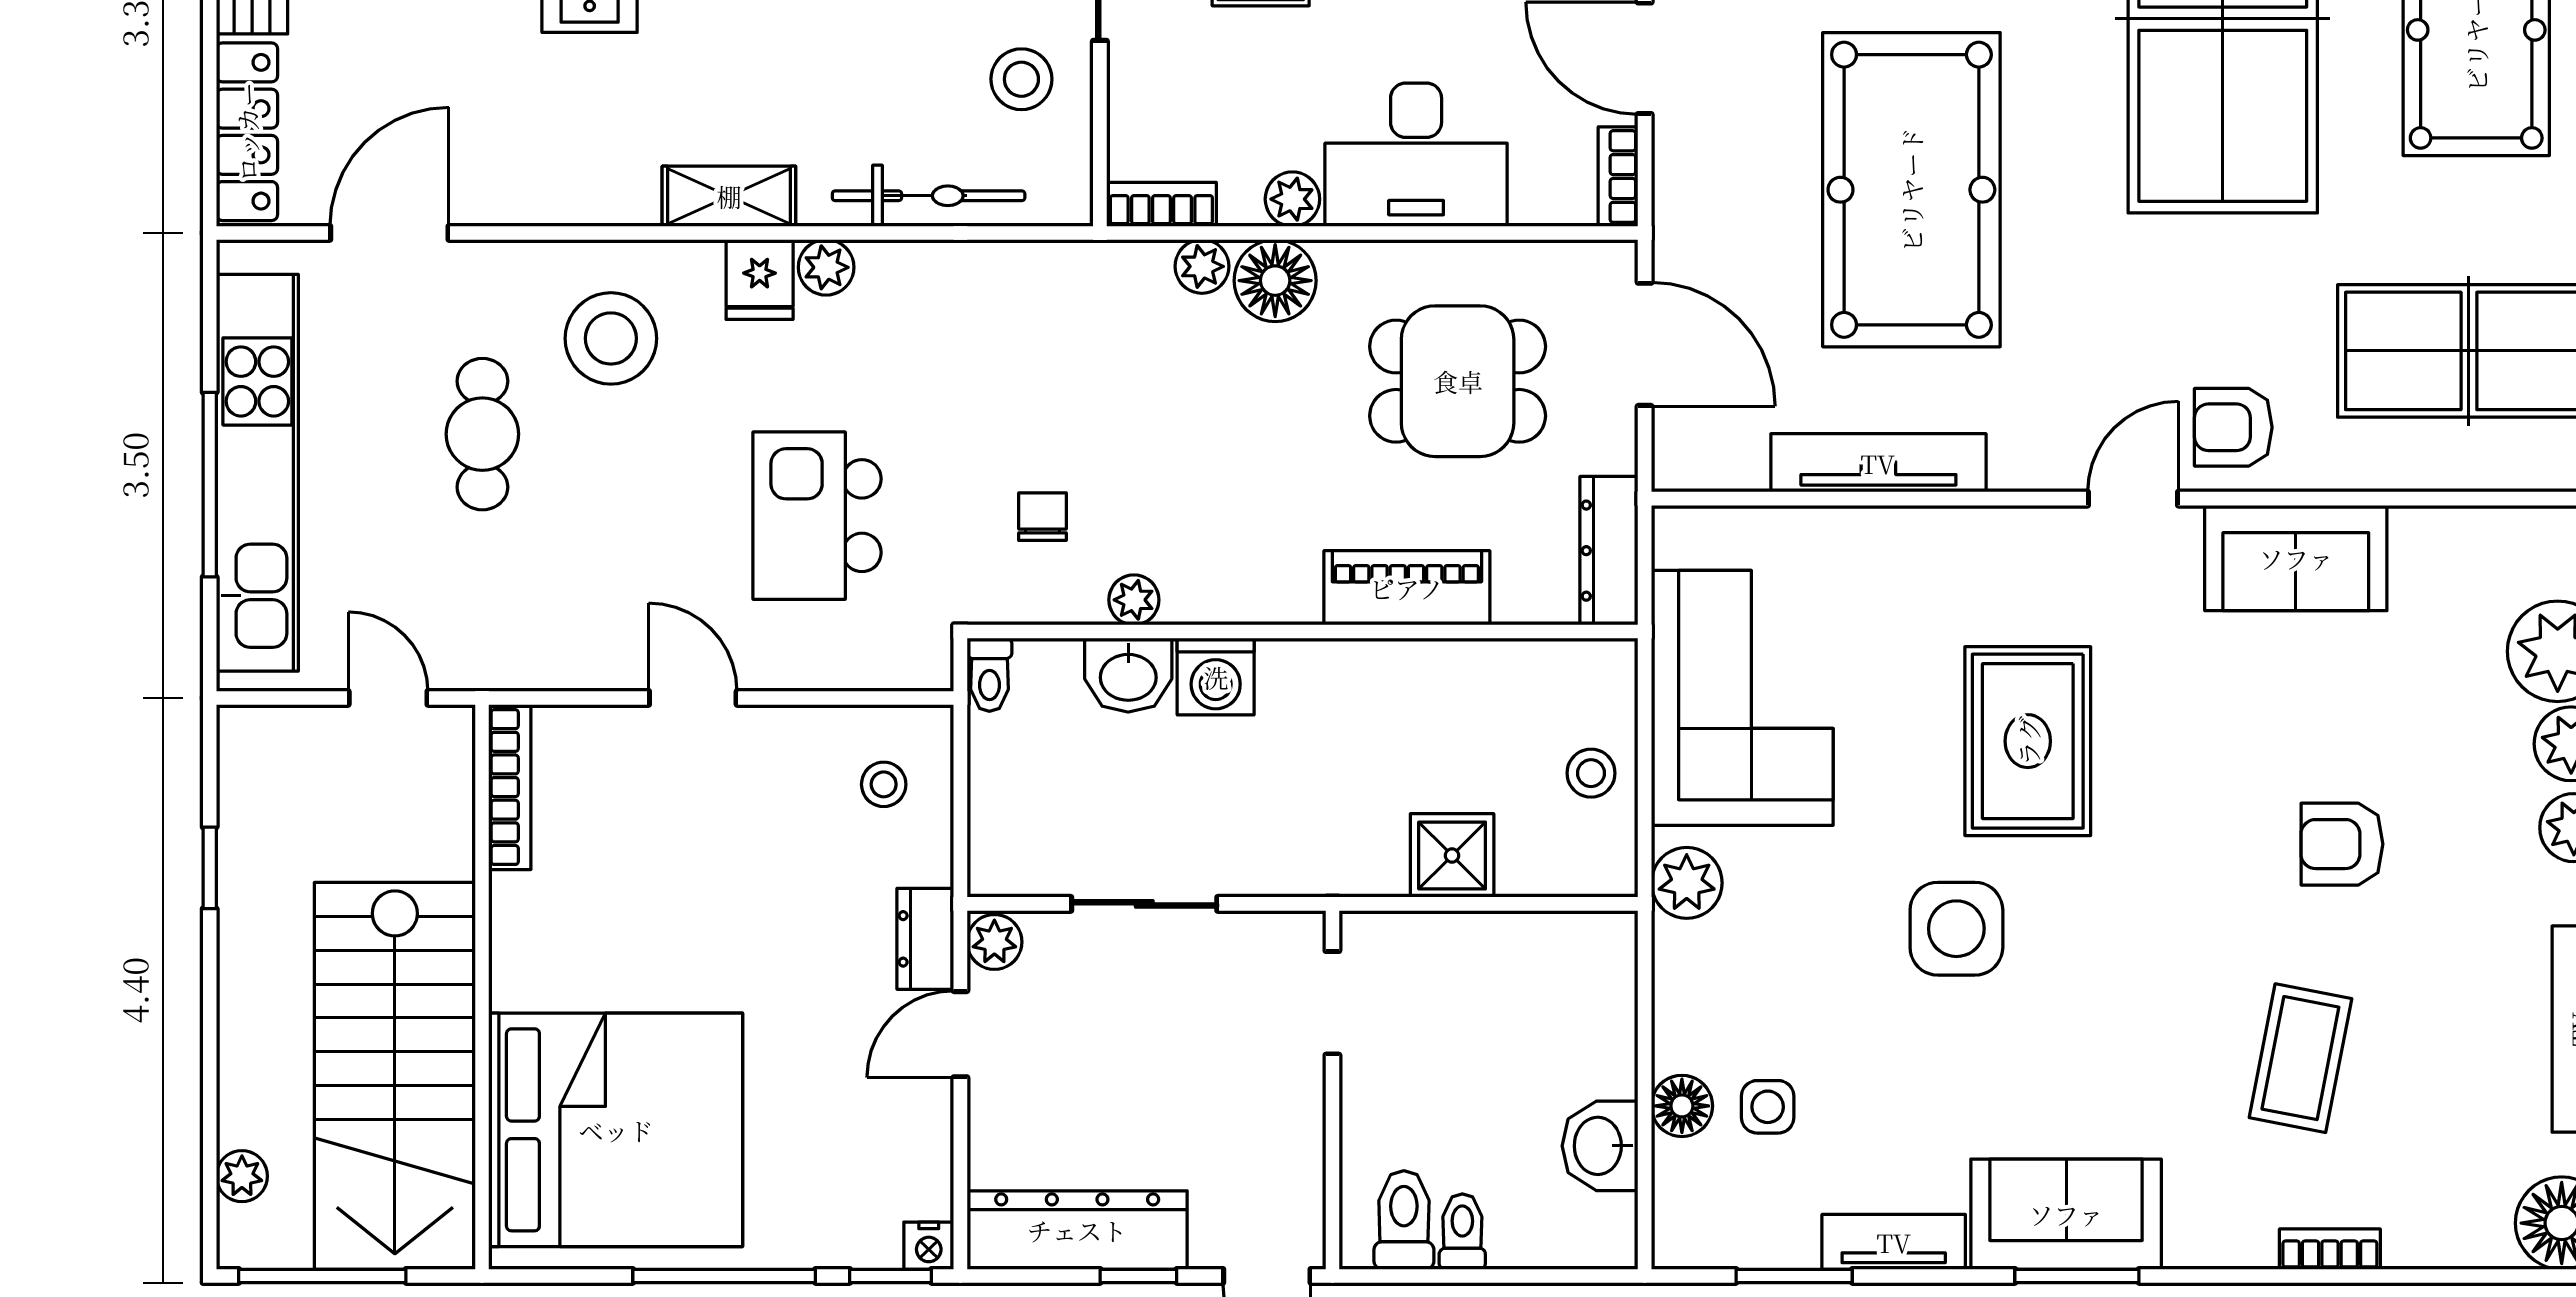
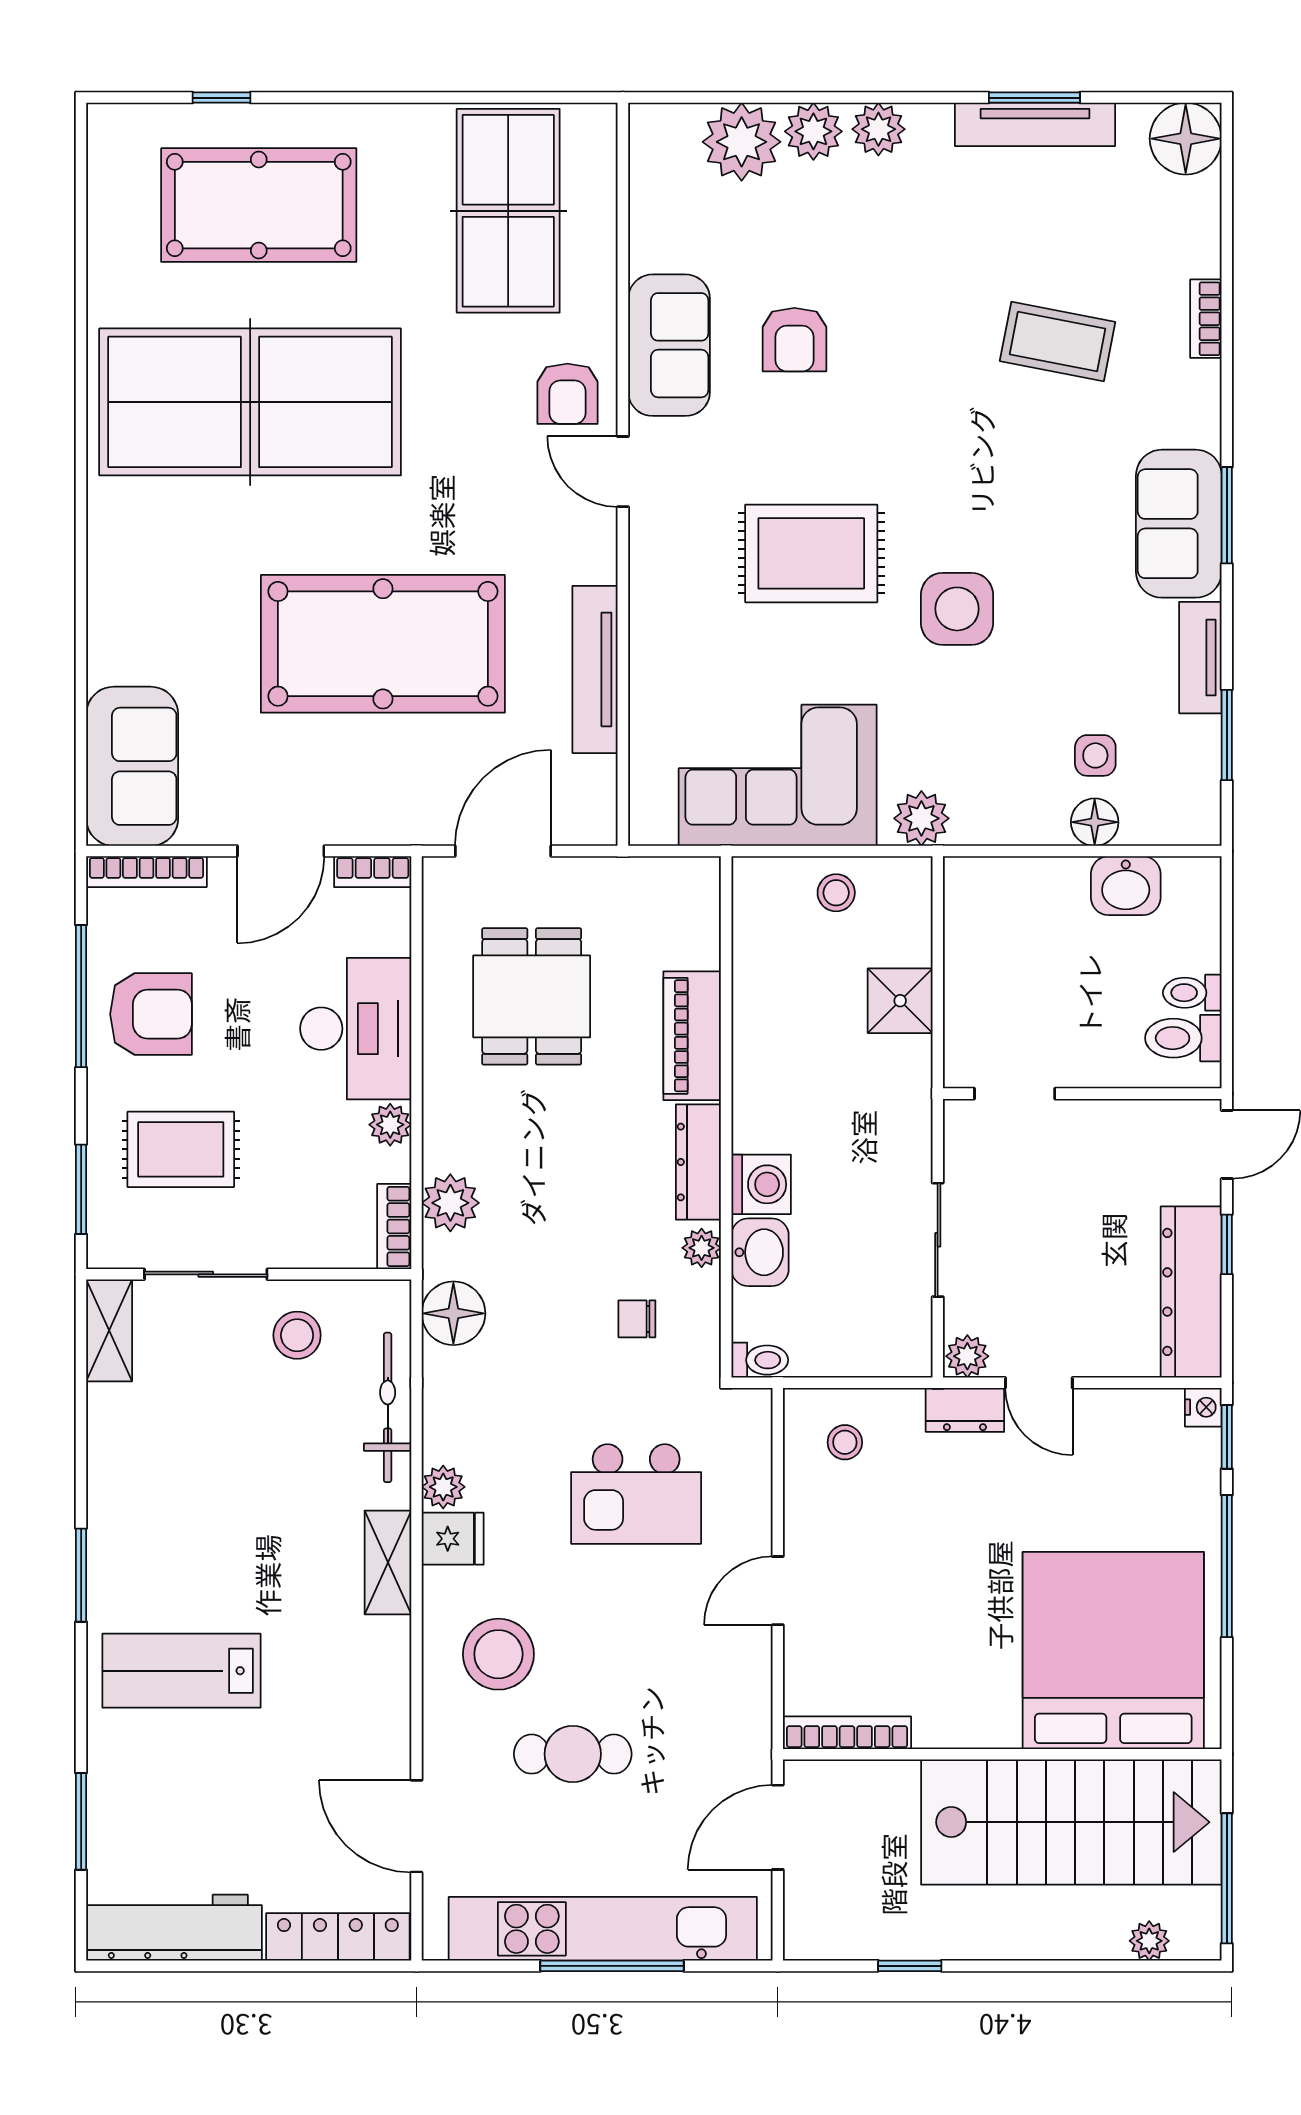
plant: (1202, 266) -> (450, 1203), width x1.38, depth x1.38
floor lamp: (1275, 281) -> (453, 1313), moved
dresser: (1609, 551) -> (698, 1162), moved, turned 90
door: (388, 698) -> (778, 1827), width x1.38
armchair: (2342, 844) -> (794, 340), moved

